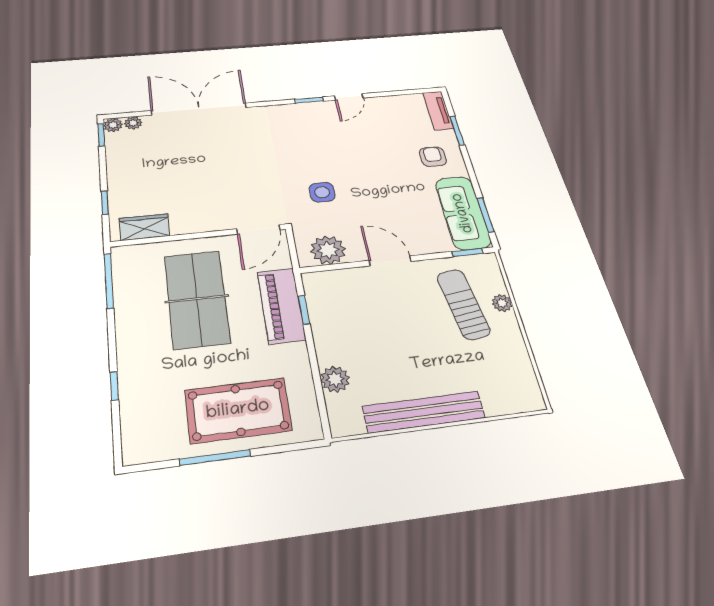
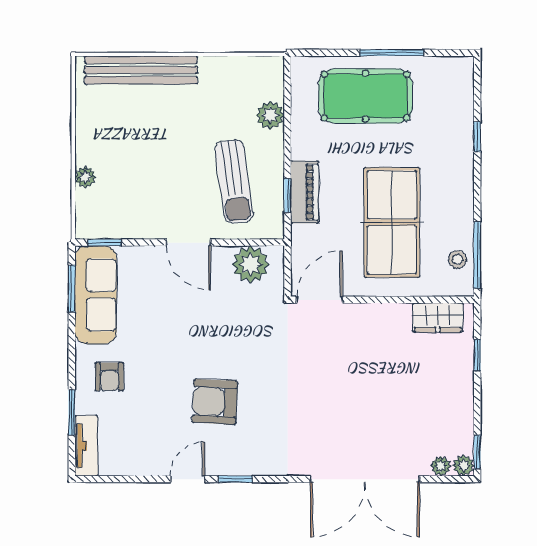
armchair: (338, 148) -> (215, 402), added
side table: (322, 192) -> (244, 341), removed
stool: (128, 275) -> (458, 259), added
sun lounger: (463, 304) -> (234, 182), moved
piano: (281, 305) -> (305, 192), width x0.73, depth x0.75
bench: (424, 412) -> (141, 70), moved

